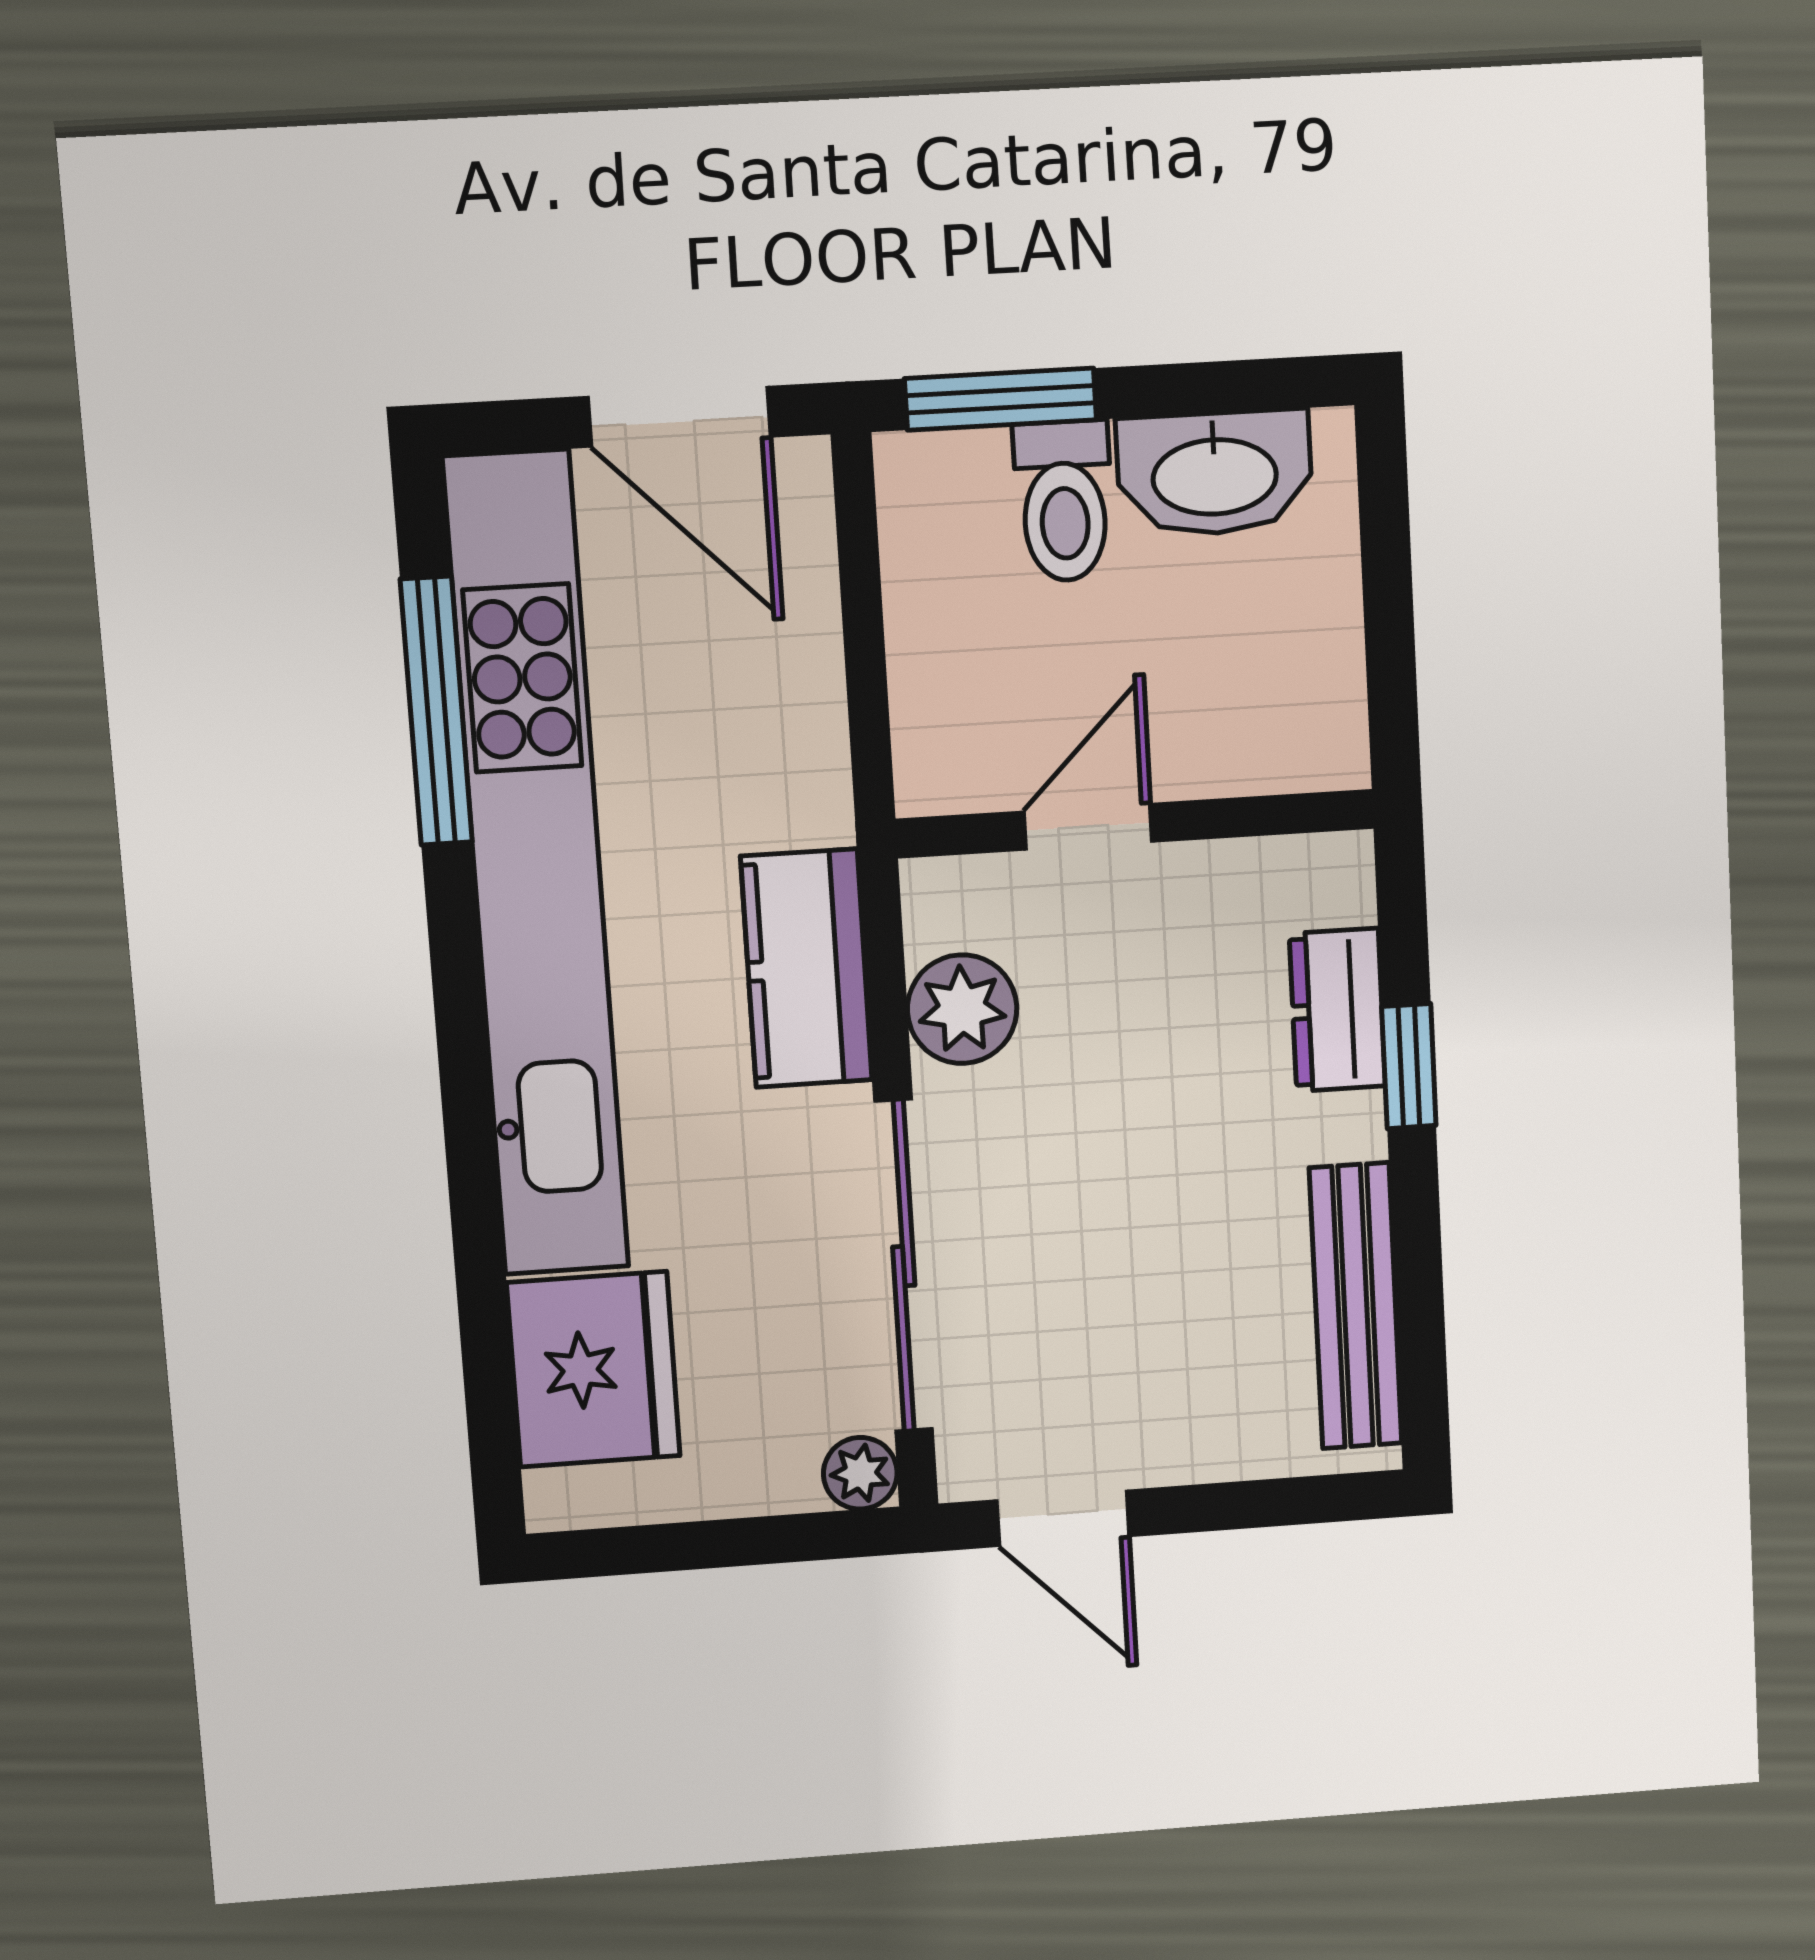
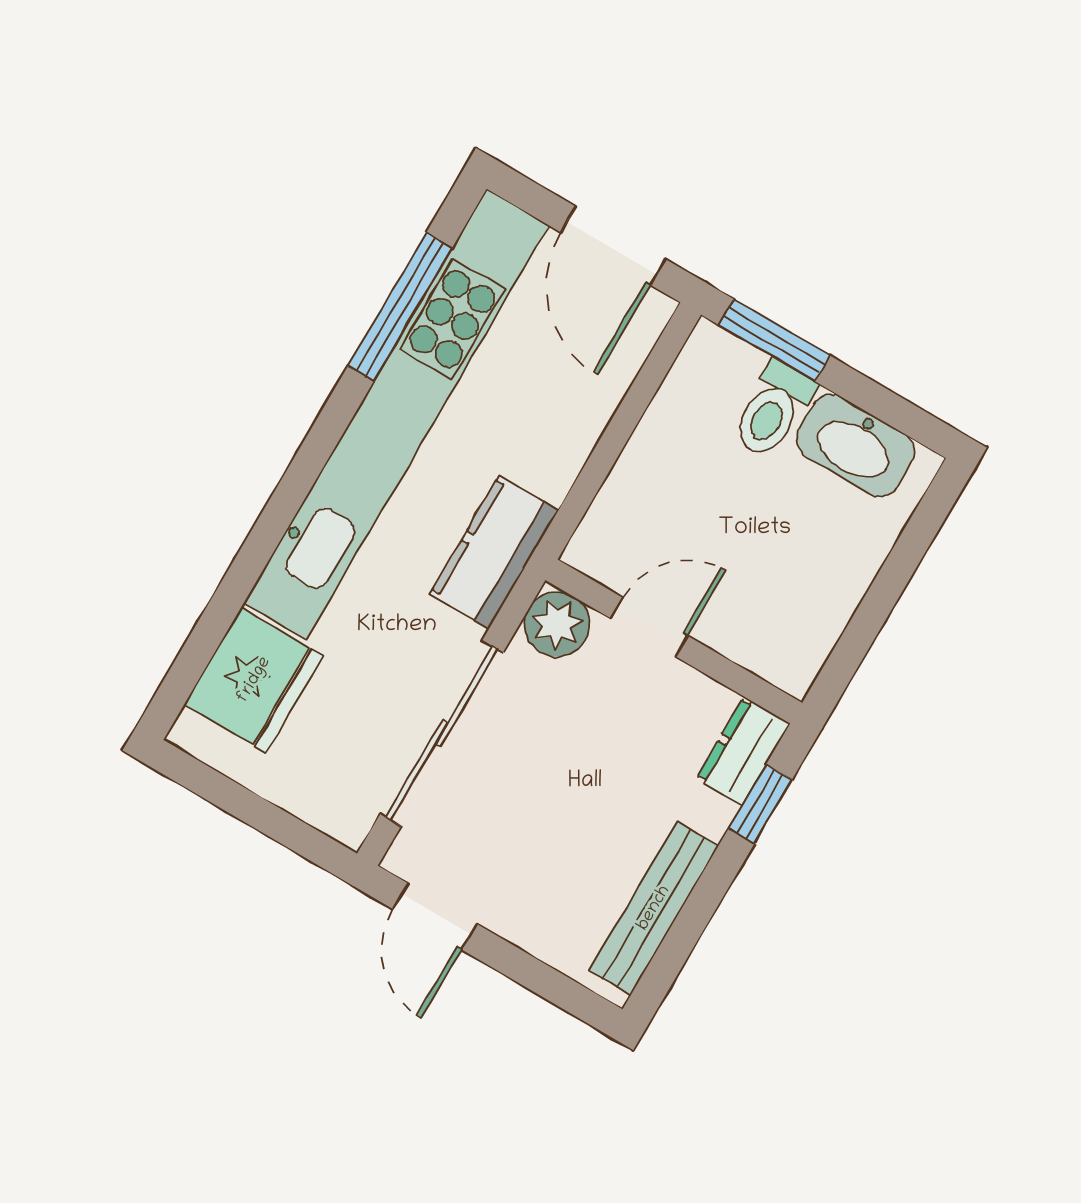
wall: (1136, 824) -> (674, 641), moved
door: (1088, 827) -> (649, 627), moved
plant: (860, 1473) -> (349, 823), removed

